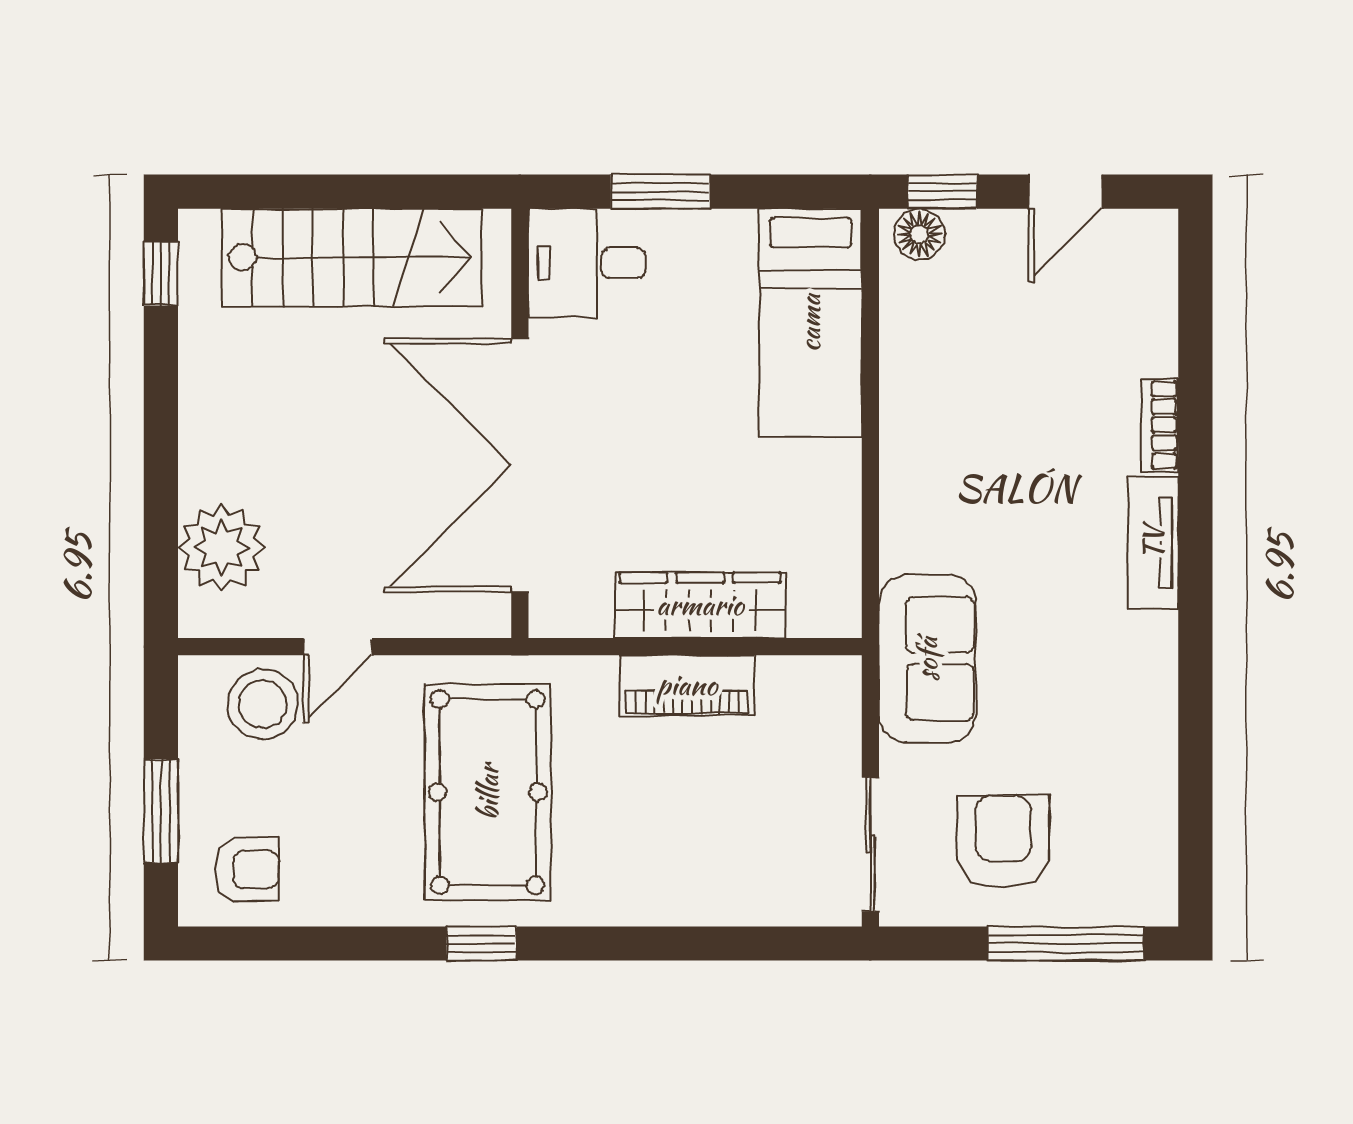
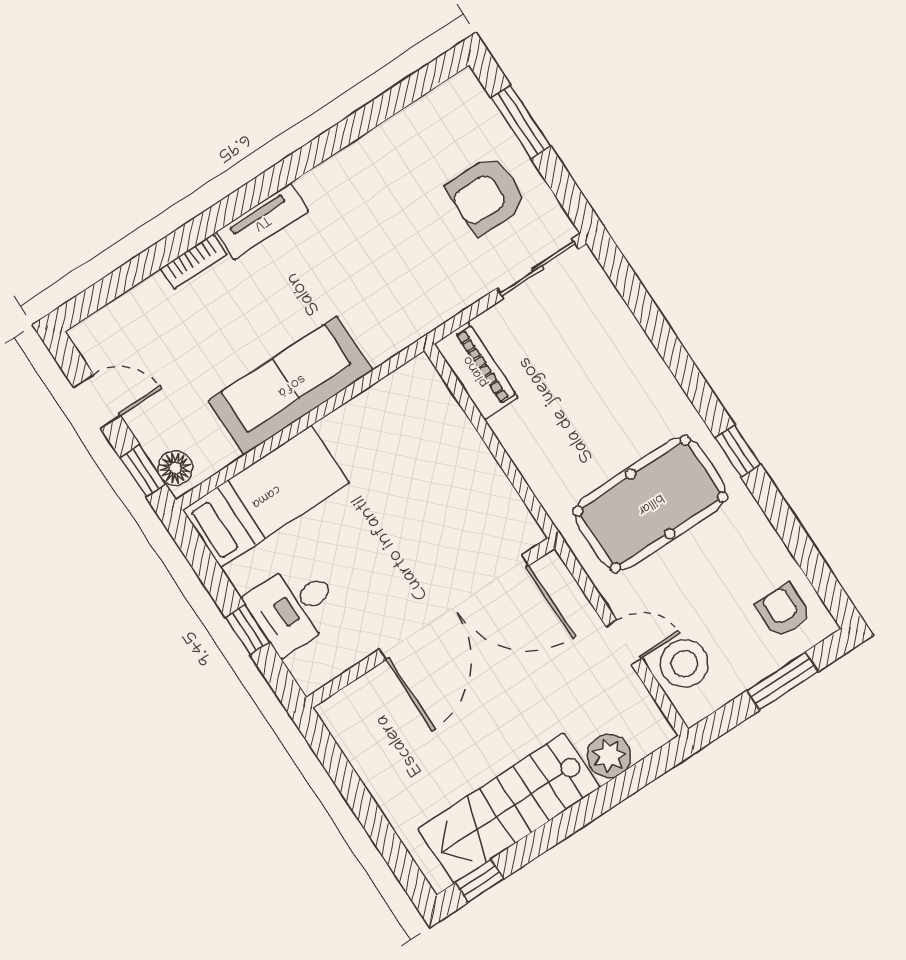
window: (660, 192) -> (248, 630), width x0.67
stairs: (352, 257) -> (509, 808), moved, turned -90
desk: (587, 263) -> (294, 607), moved, turned 90
plant: (222, 547) -> (609, 756), width x0.73, depth x0.73
wardrobe: (700, 605) -> (466, 454), removed
sofa: (927, 659) -> (291, 385), moved, width x1.36
piano: (687, 685) -> (476, 371), moved
window: (1065, 944) -> (521, 122), width x0.69

